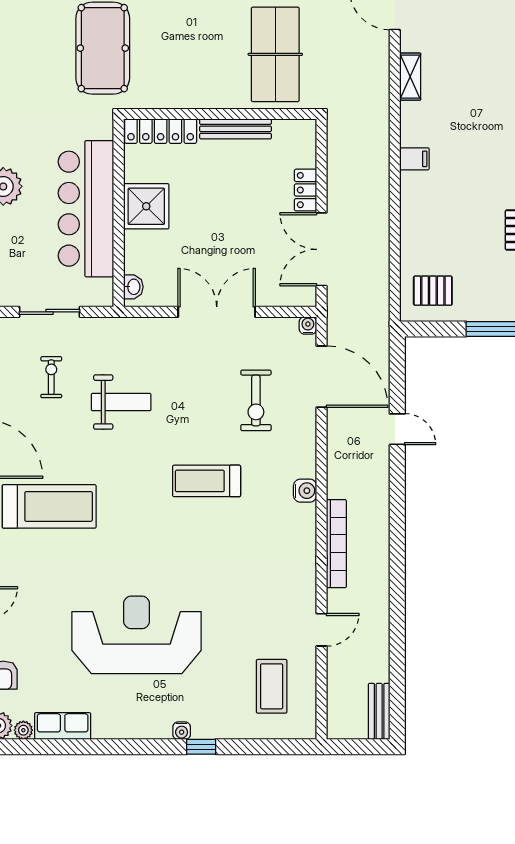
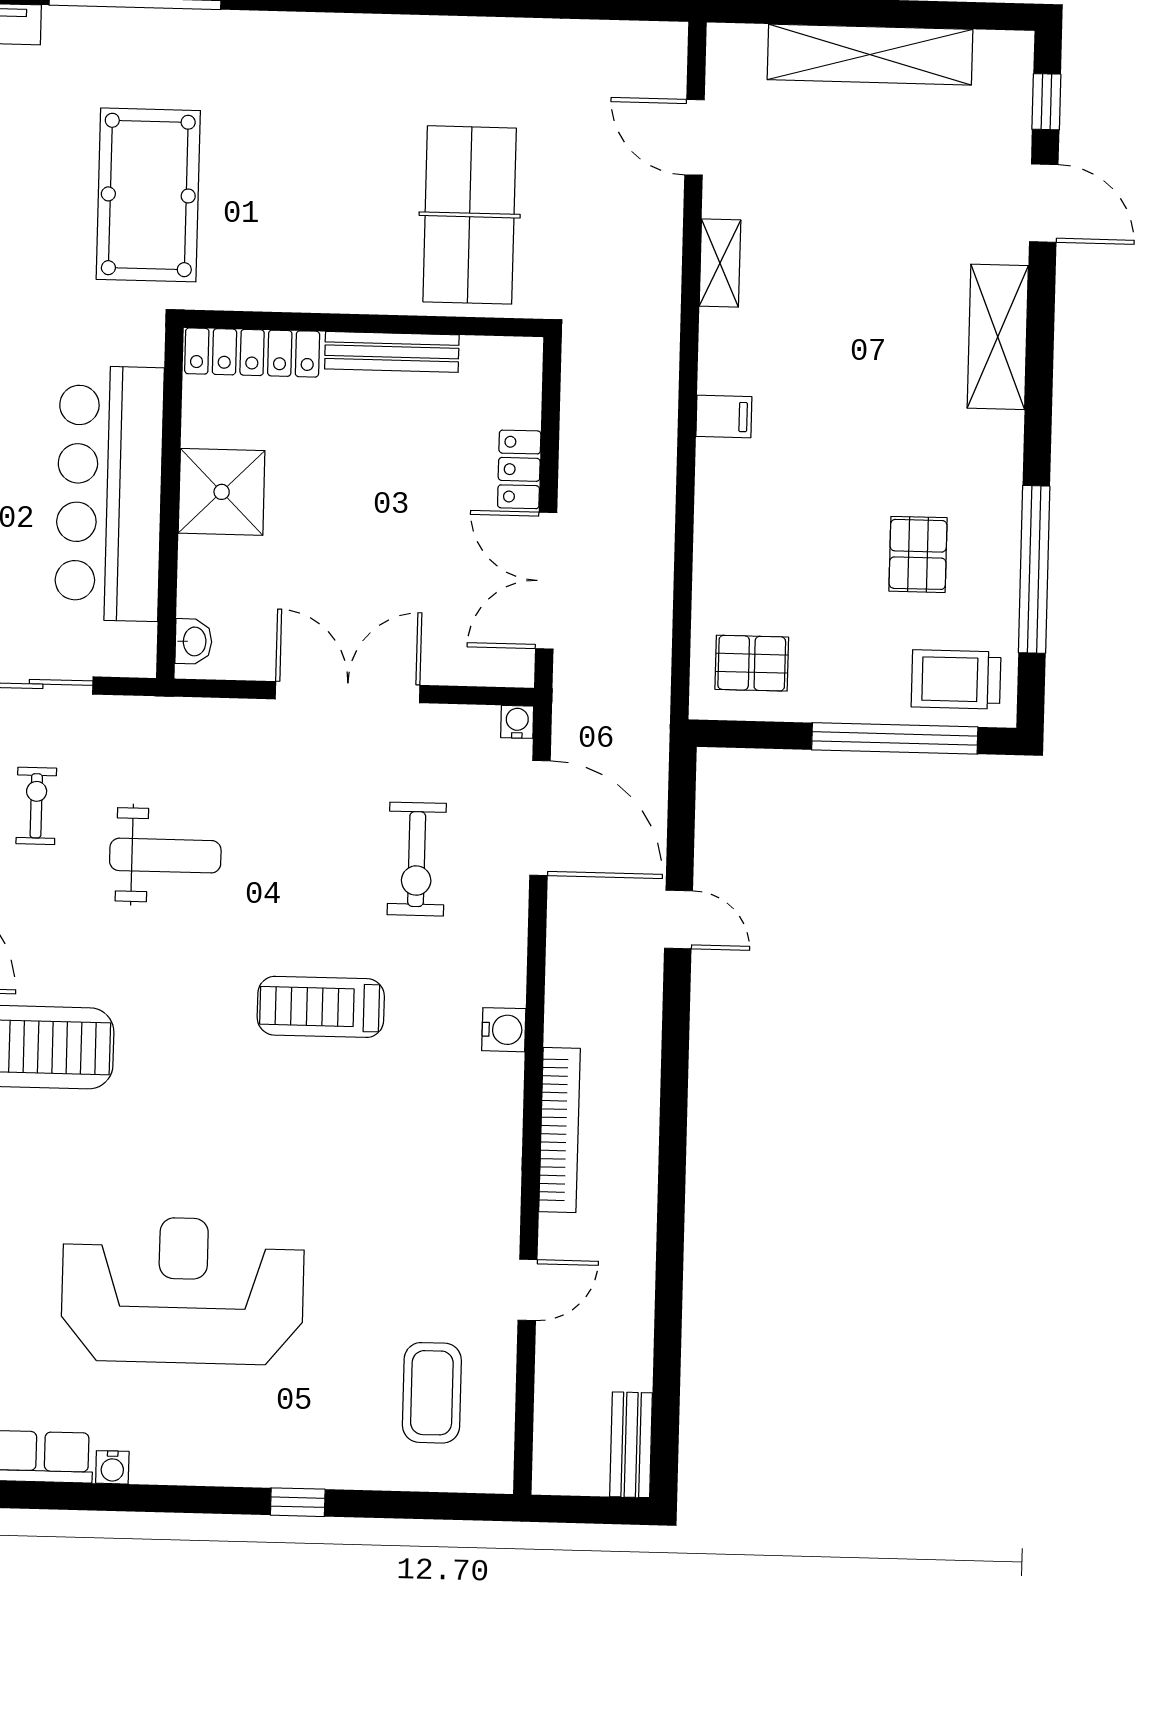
water cooler: (182, 731) -> (112, 1467), moved

